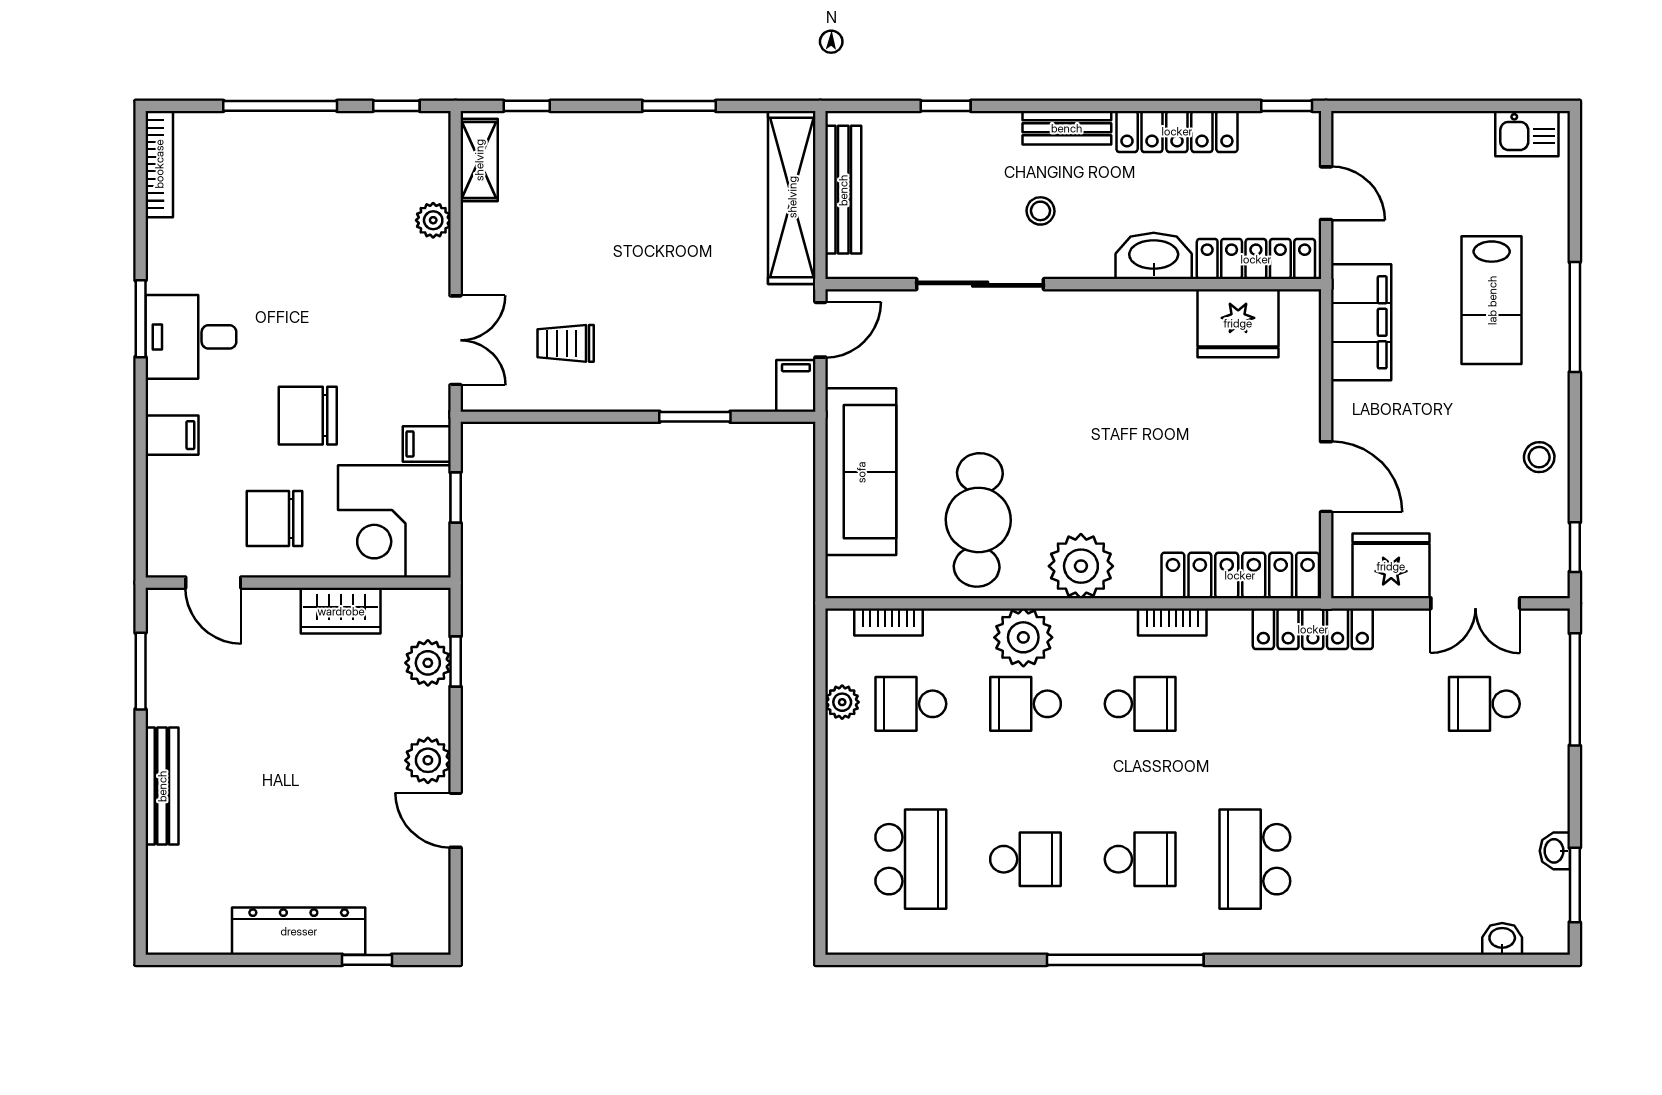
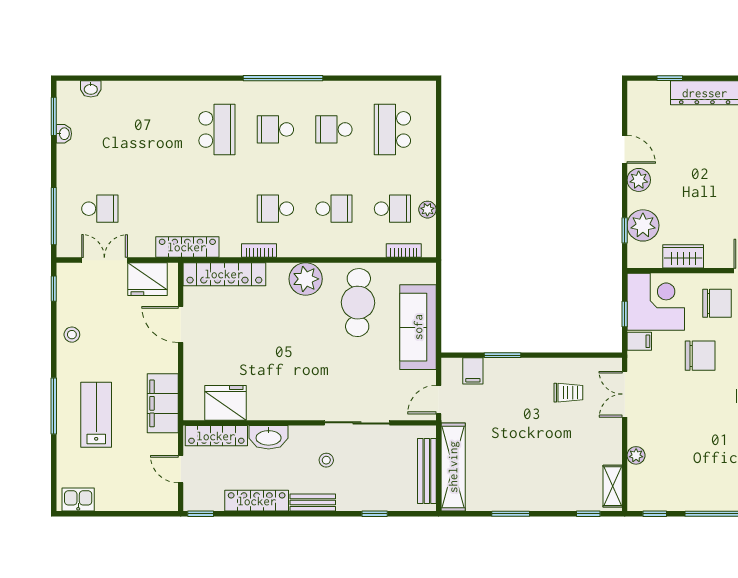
filing cabinet: (796, 386) -> (473, 371), moved
plant: (1023, 637) -> (335, 243), removed
plant: (428, 663) -> (643, 225), width x1.36, depth x1.36

